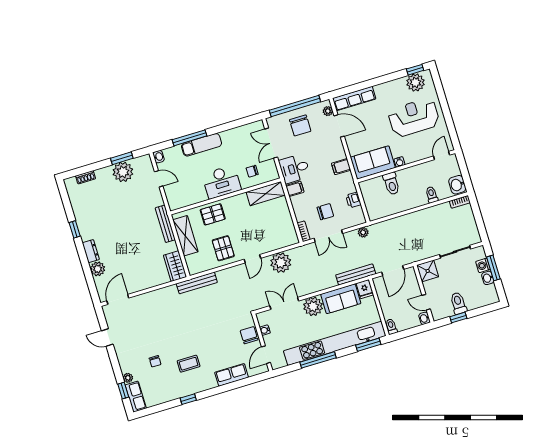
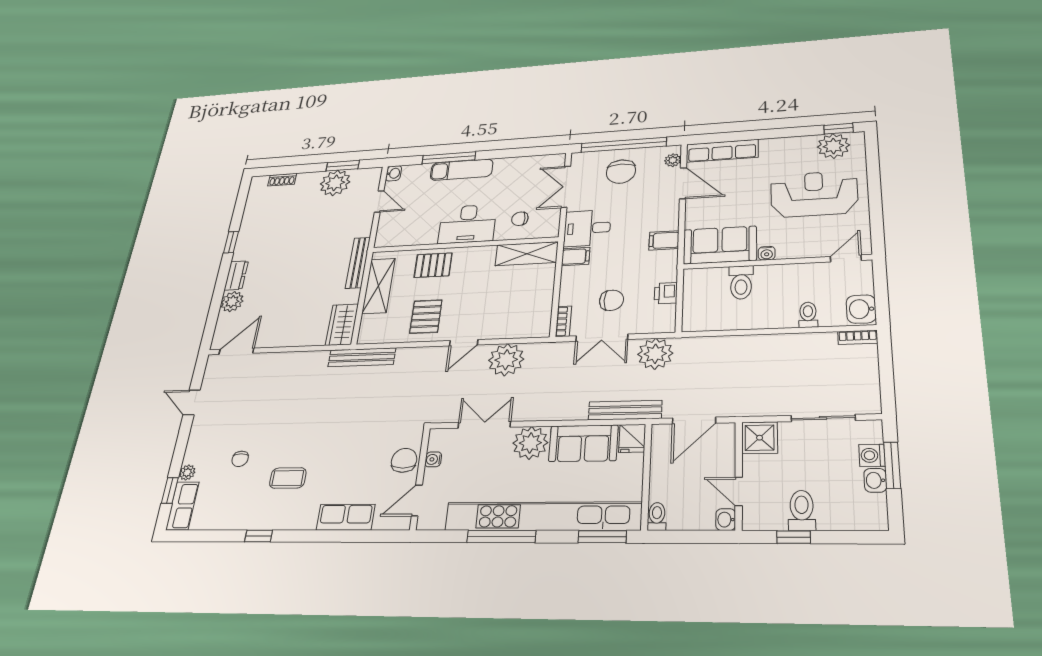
plant: (363, 232) -> (655, 354), width x1.88, depth x1.88

